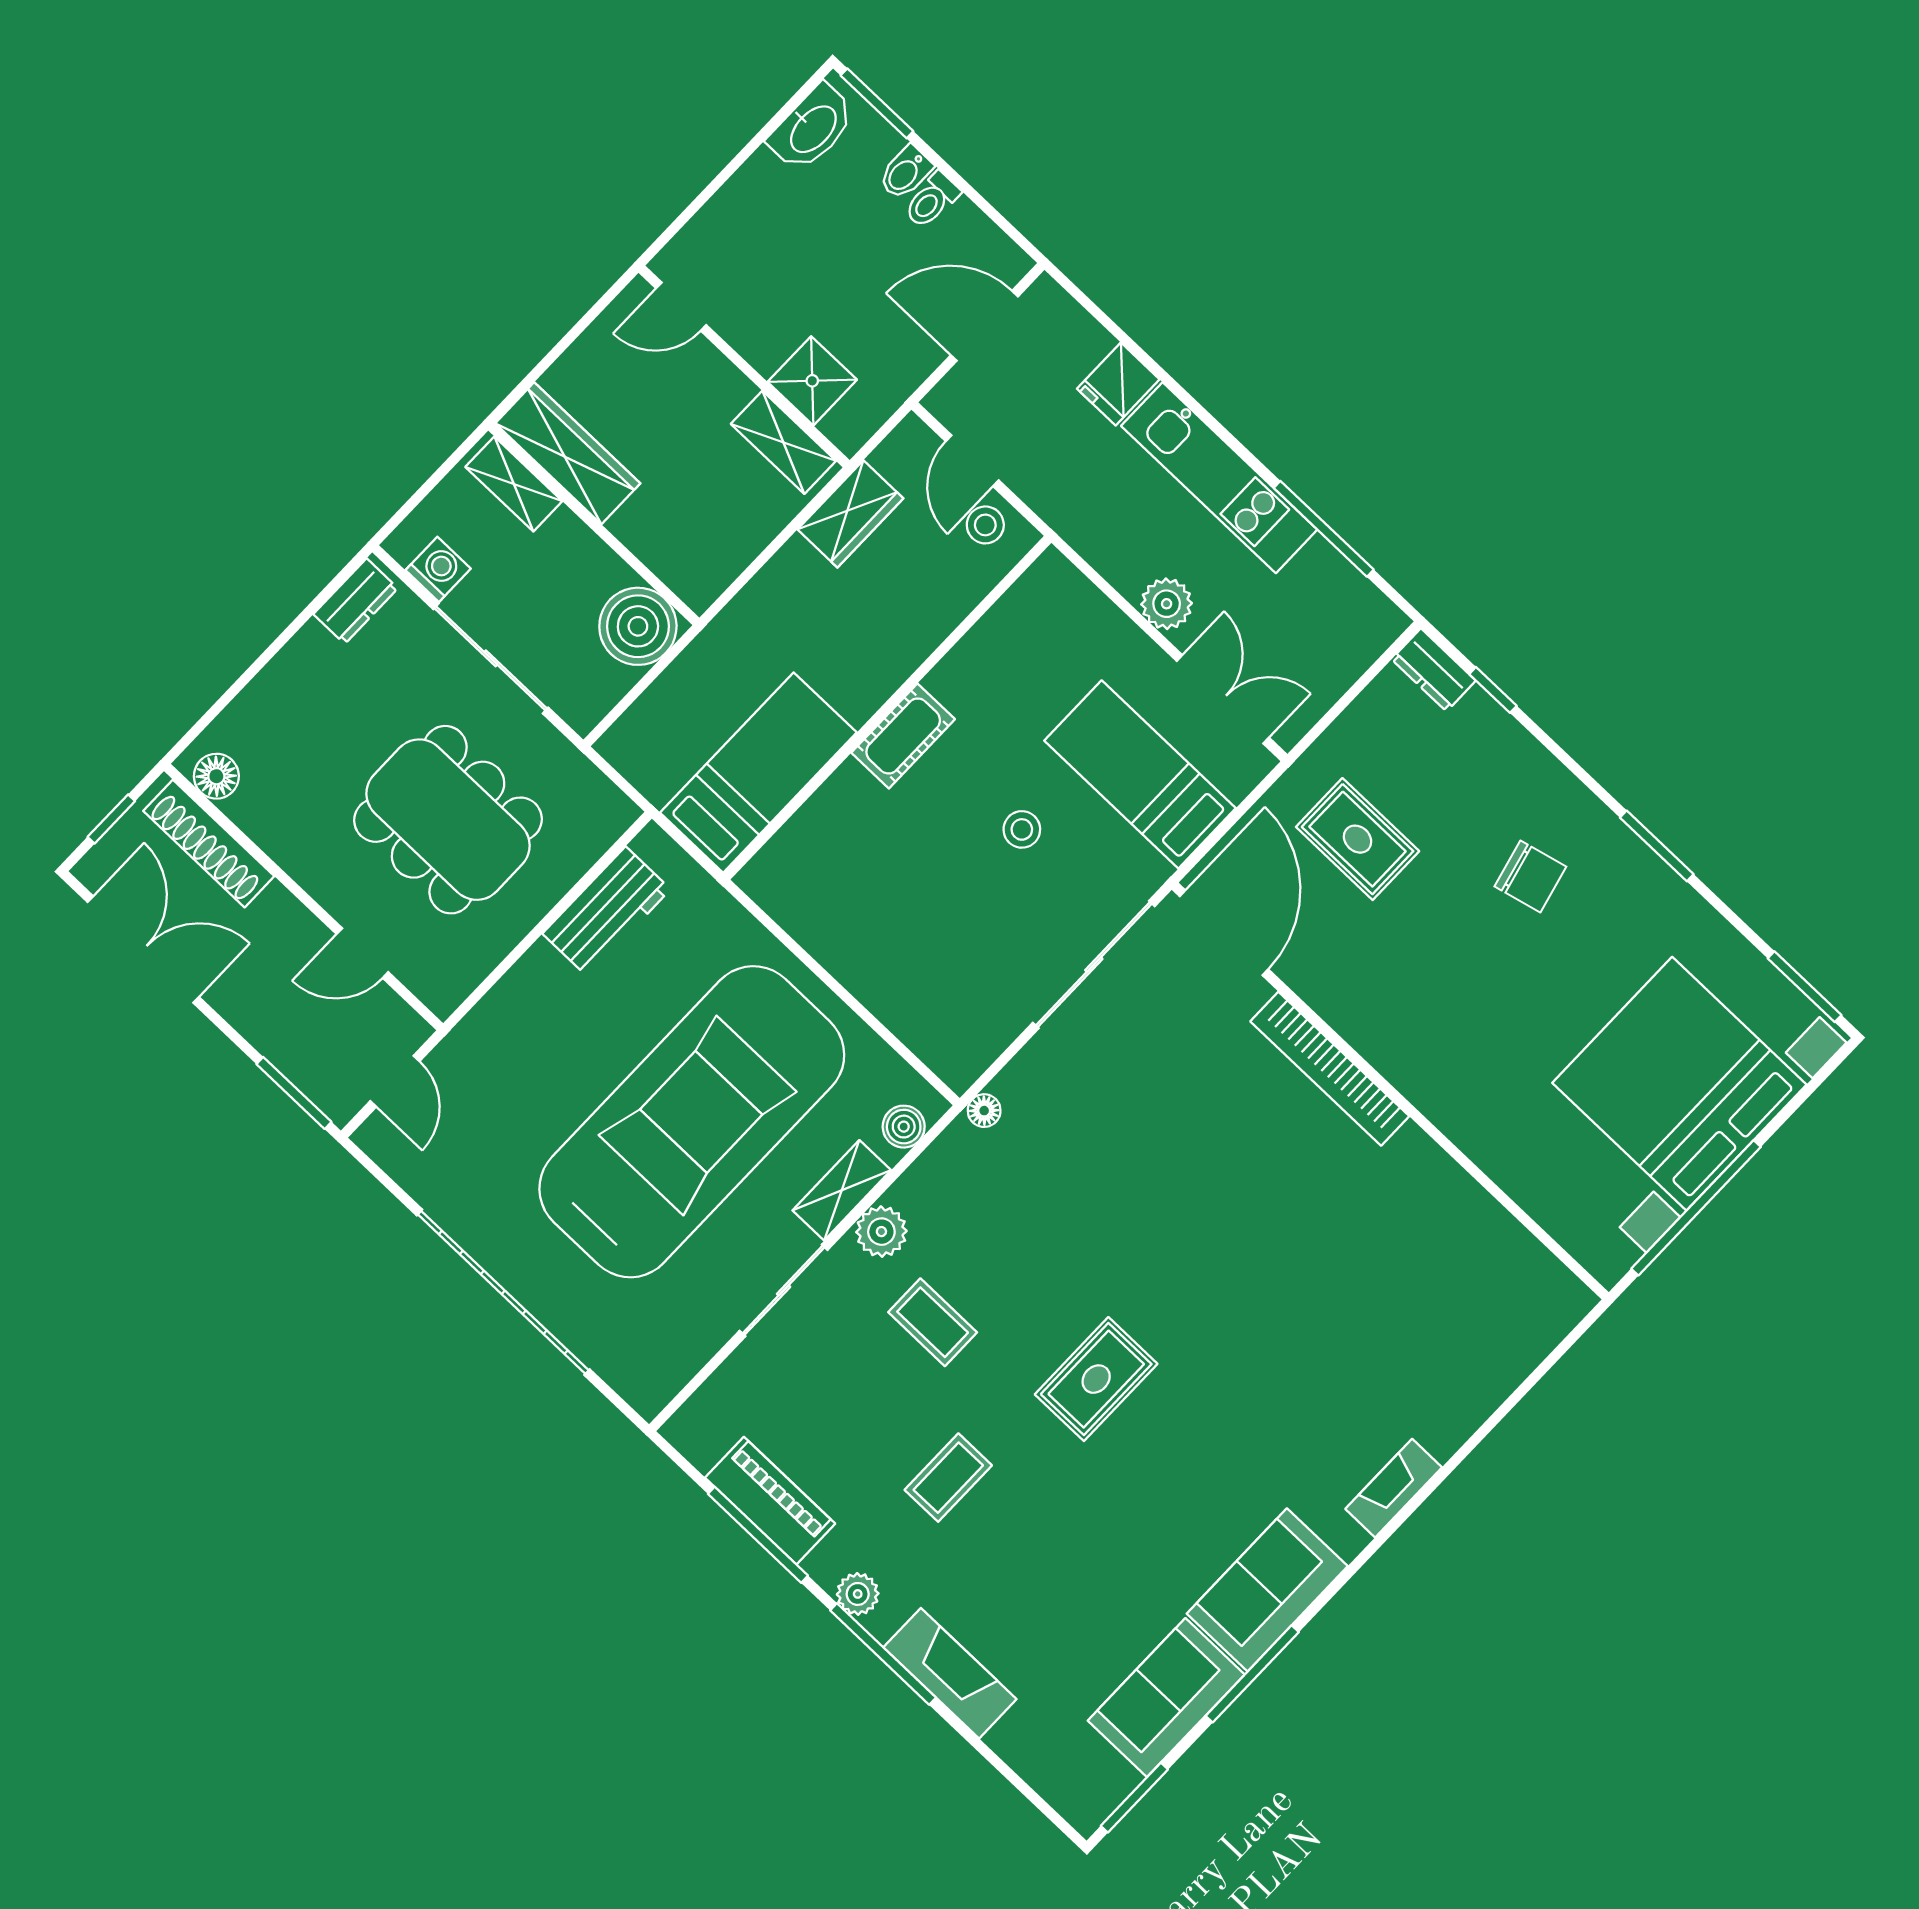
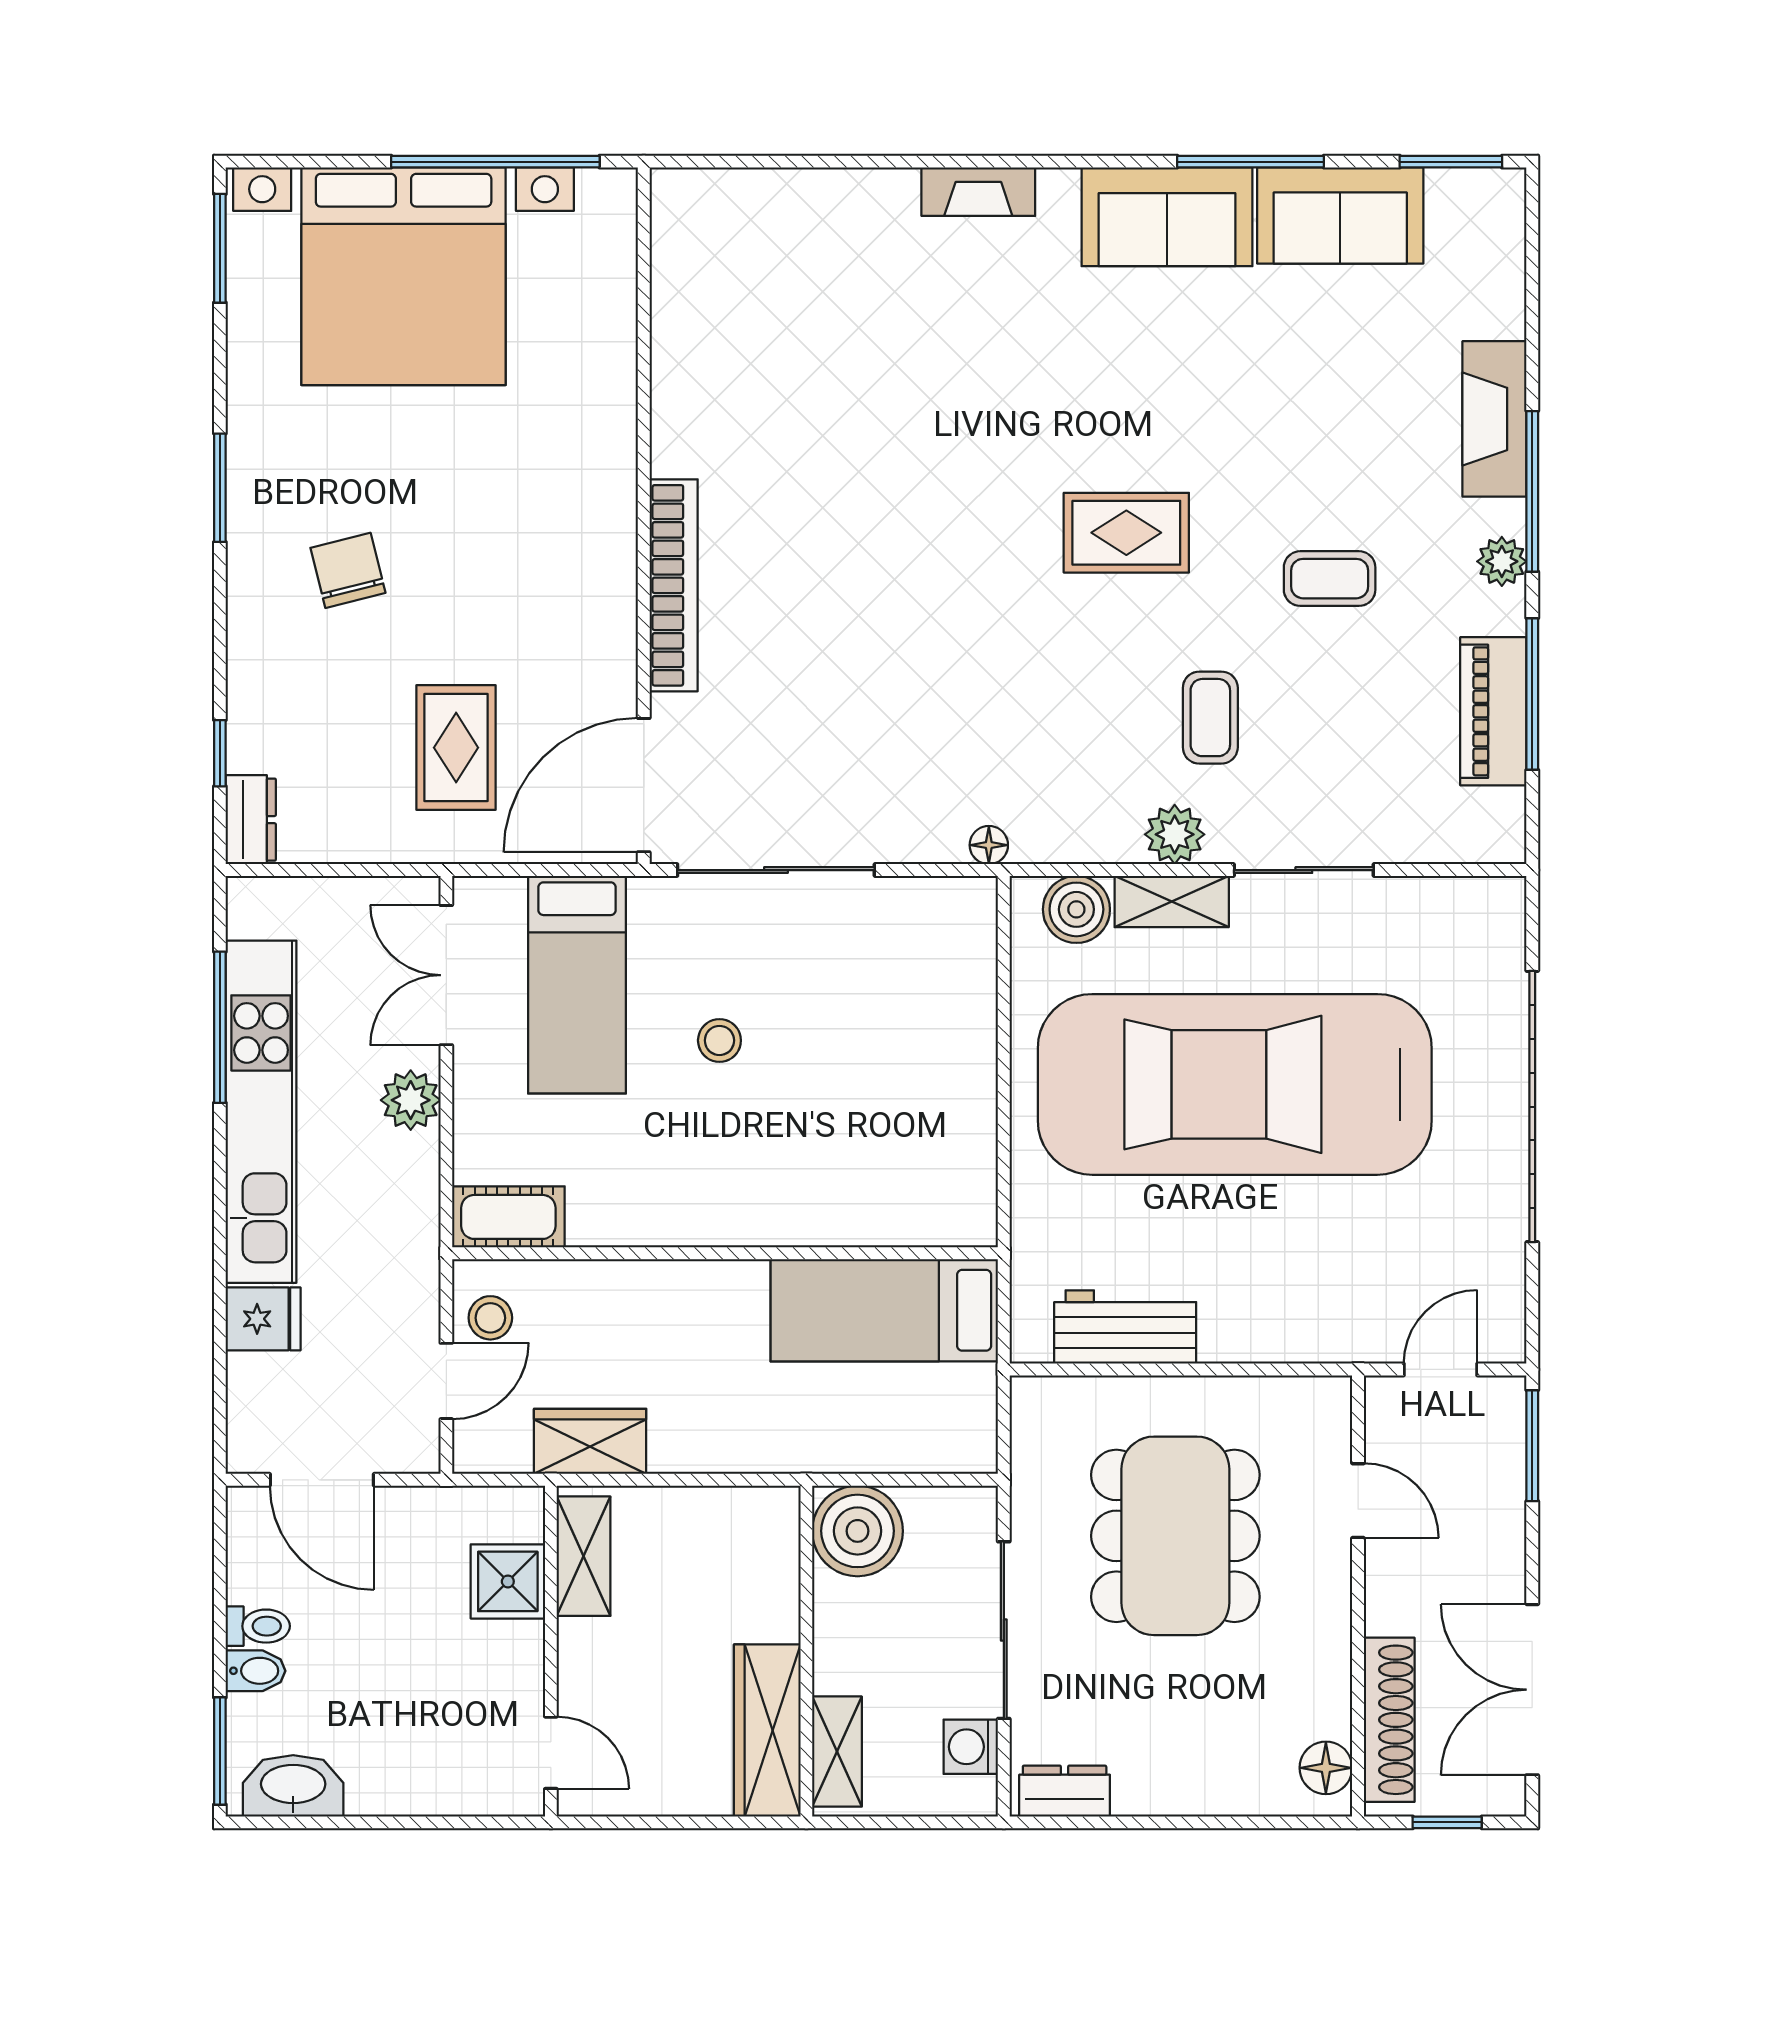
kitchen unit: (1219, 478) -> (261, 1112), width x1.36
cot: (903, 736) -> (508, 1217), moved
boiler: (904, 1127) -> (1076, 909), width x1.36, depth x1.36

